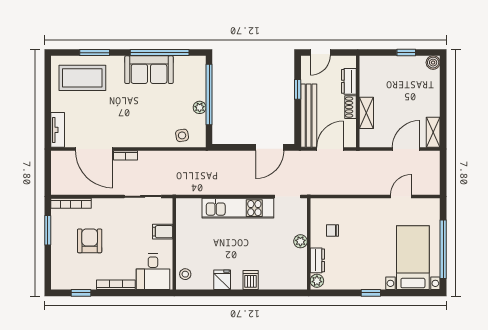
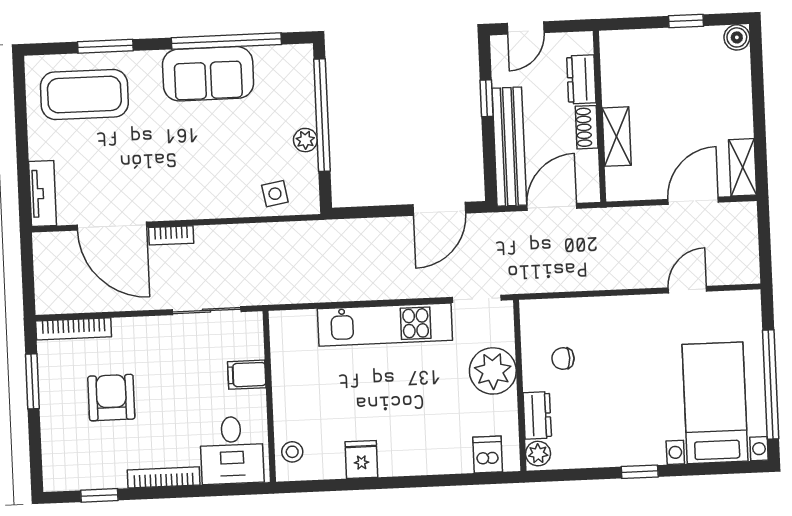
plant: (300, 241) -> (493, 371), width x1.88, depth x1.88
dishwasher: (251, 280) -> (488, 454), moved

